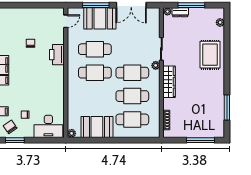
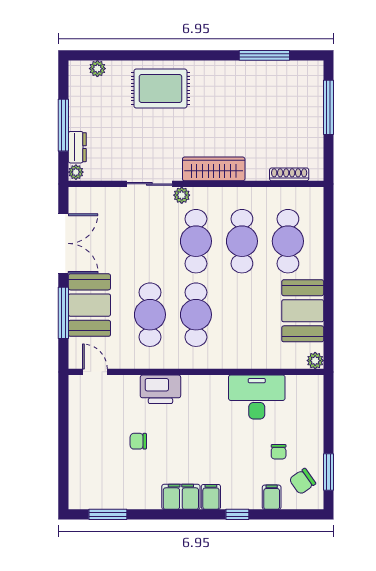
desk: (48, 126) -> (257, 397), moved, turned -90

